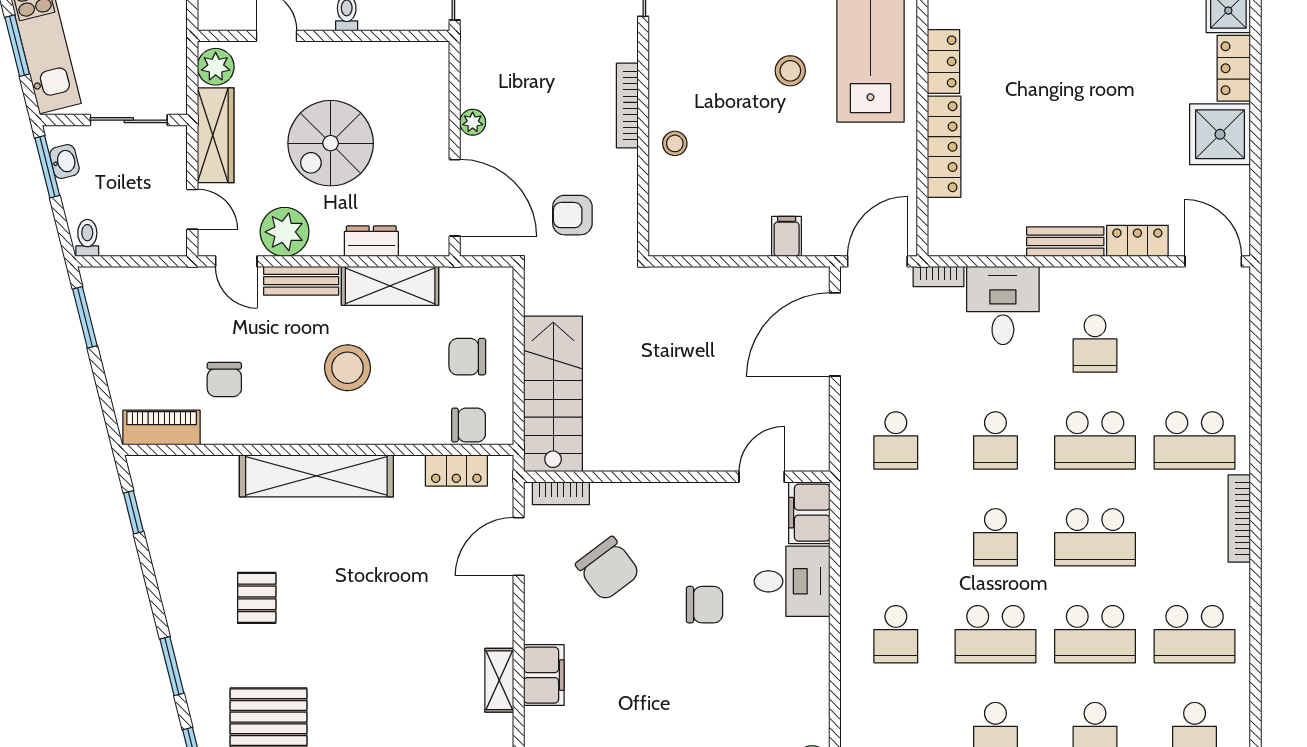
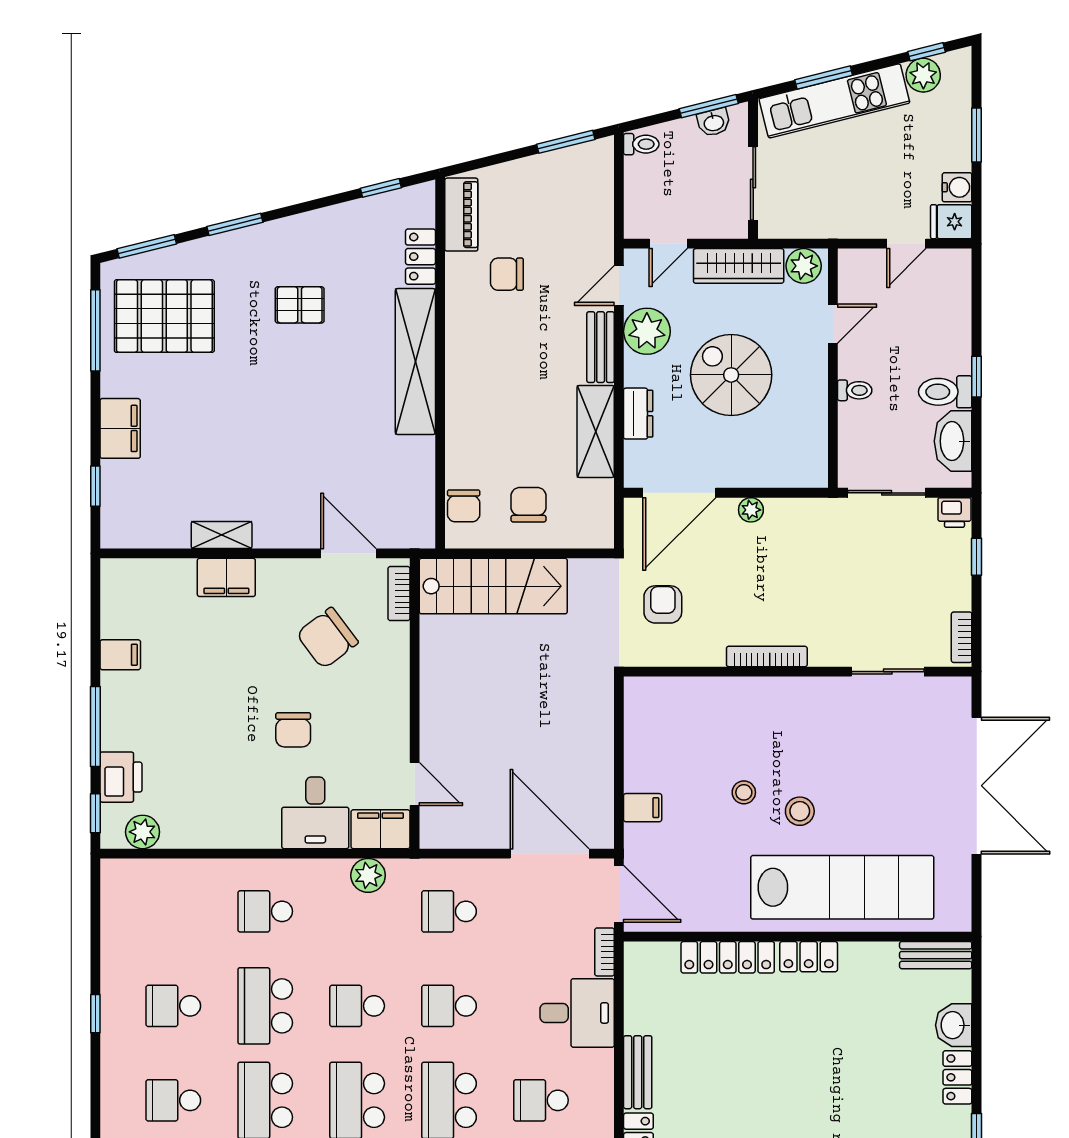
stool: (675, 143) -> (744, 792), moved
stool: (348, 368) -> (518, 391), removed
locker: (456, 470) -> (421, 257), moved
plant: (858, 526) -> (368, 875), added

